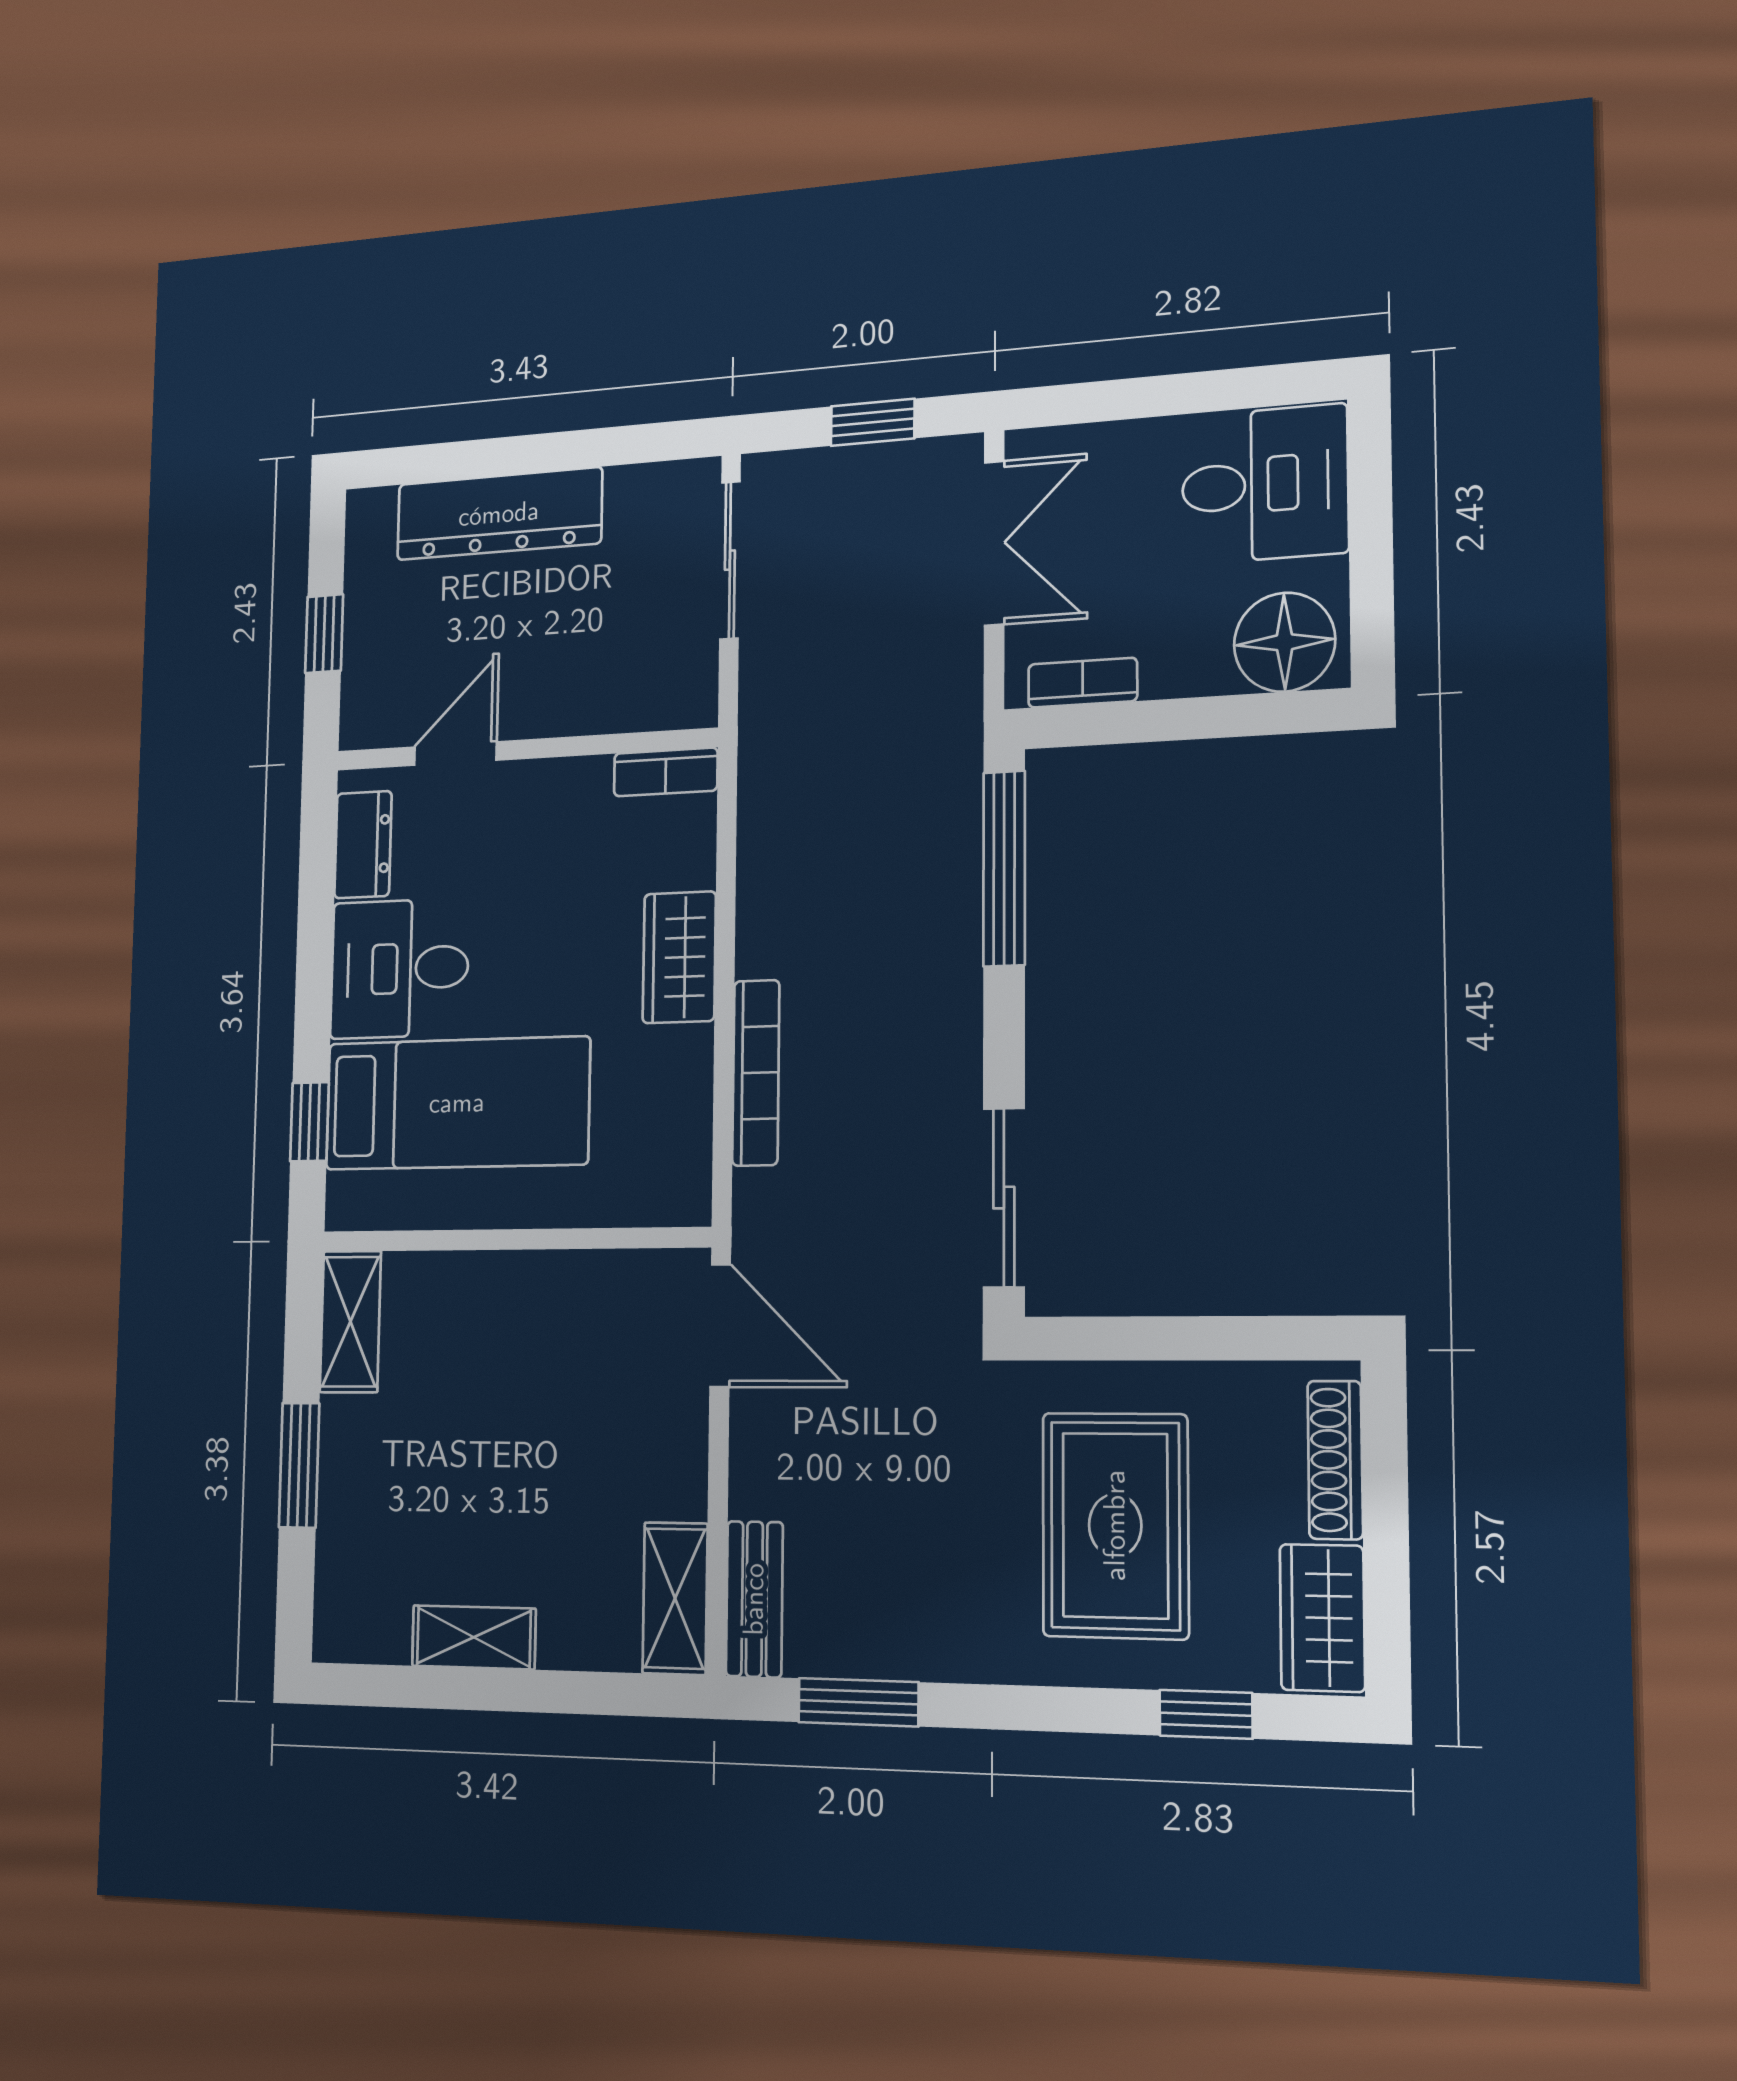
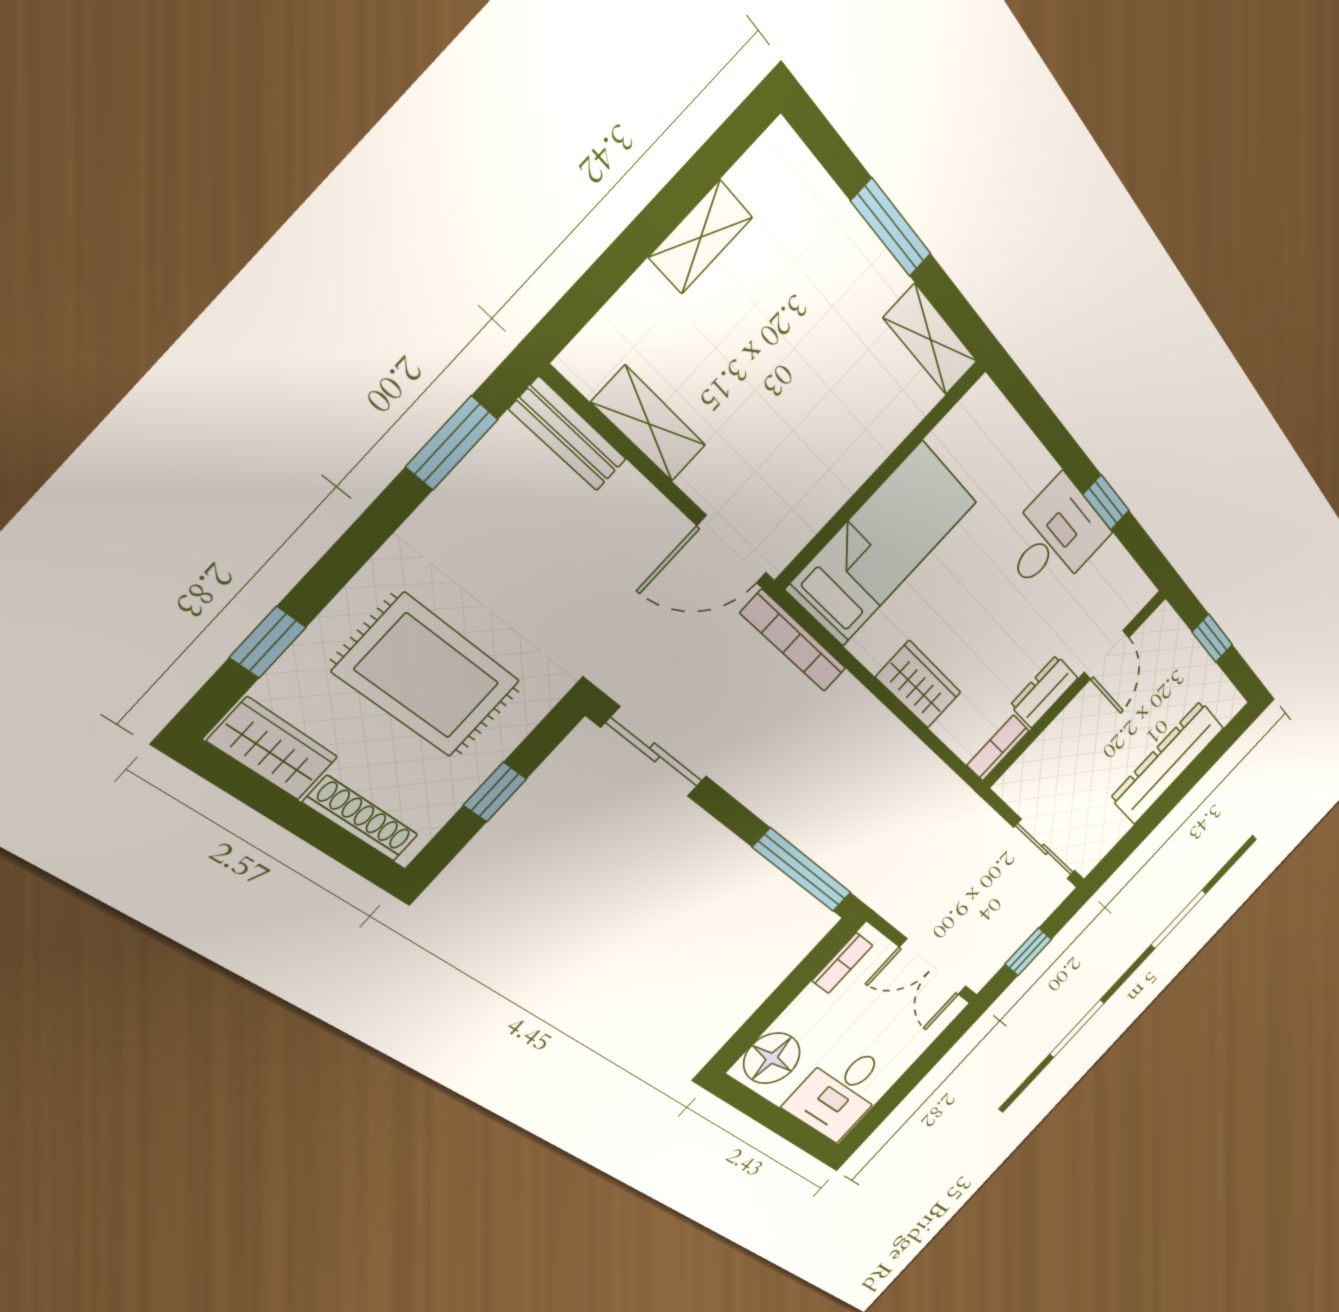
dresser: (363, 845) -> (1044, 692), moved, turned 90
bookcase: (756, 1073) -> (794, 641), moved
bed: (457, 1103) -> (882, 545), moved, turned 180
window: (309, 1122) -> (1106, 502), moved
window: (1191, 1338) -> (495, 792), added
shelving: (675, 1598) -> (649, 424), moved

